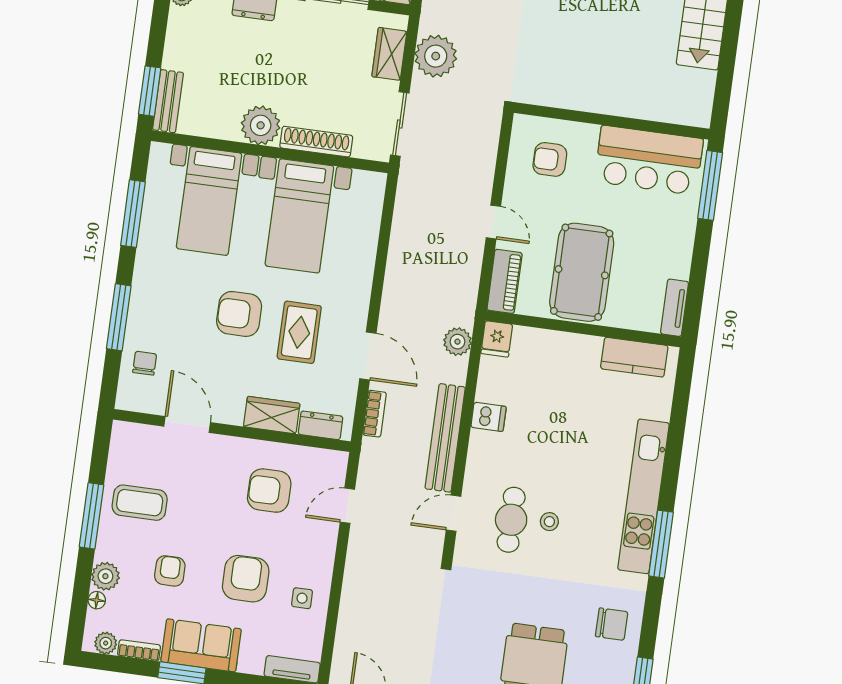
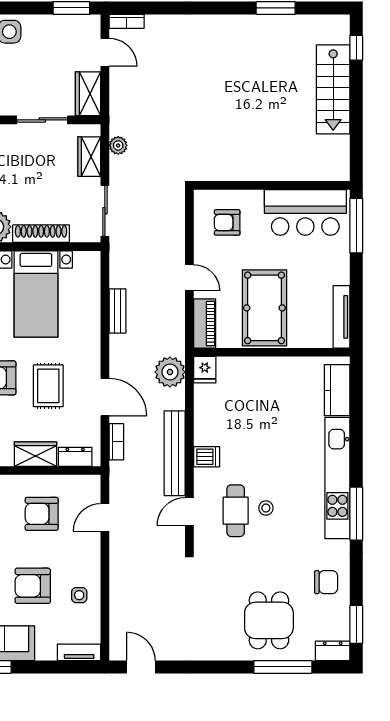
plant: (436, 56) -> (118, 145), width x0.53, depth x0.53
bench: (398, 251) -> (118, 311), added
tv unit: (675, 308) -> (342, 317), width x1.41
plant: (457, 342) -> (170, 372), width x1.36, depth x1.36
kitchen counter: (634, 357) -> (337, 390), moved, turned 90
dishwasher: (489, 417) -> (207, 457), moved
armchair: (246, 579) -> (33, 586), turned -90

